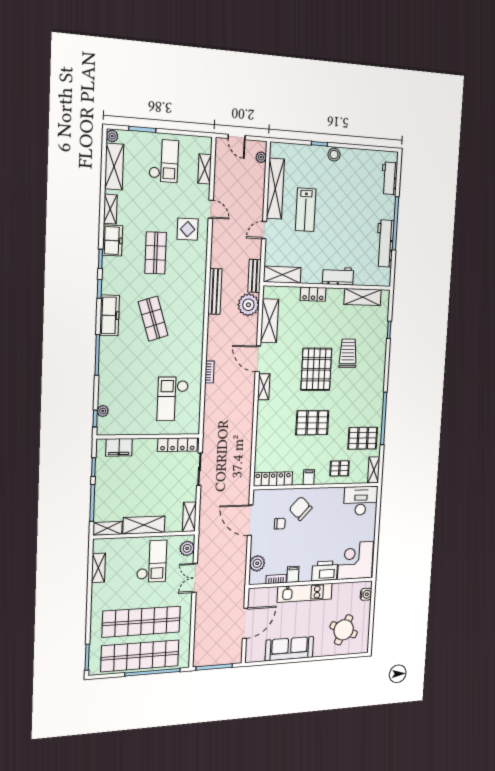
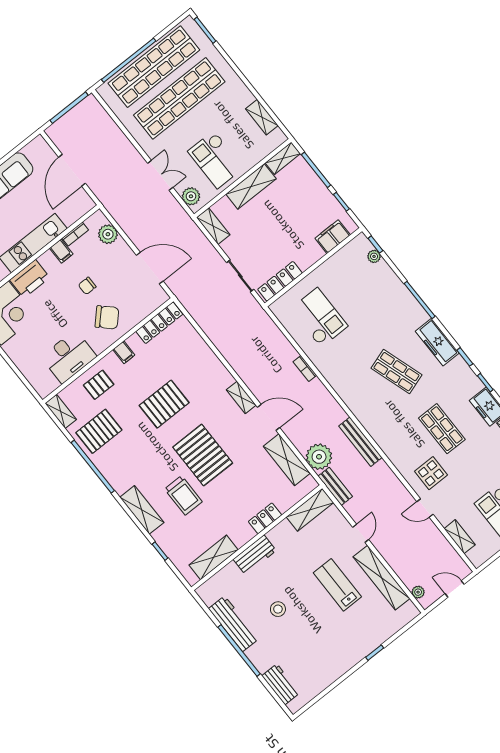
stool: (334, 155) -> (278, 609), moved
shelving: (378, 366) -> (142, 510), added
desk: (361, 501) -> (69, 357), moved
chair: (280, 524) -> (87, 286), moved

